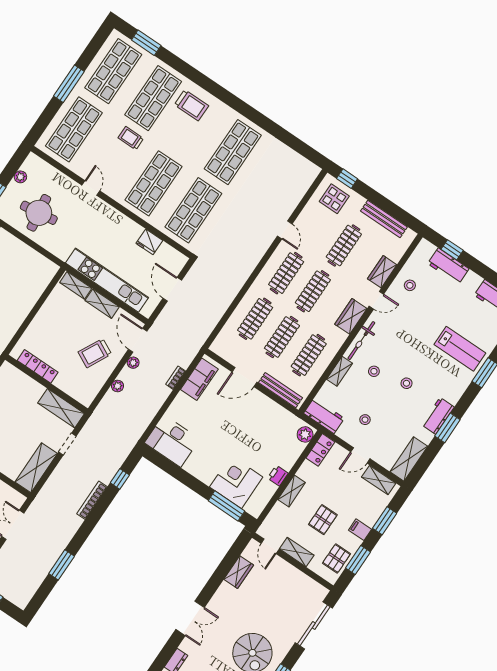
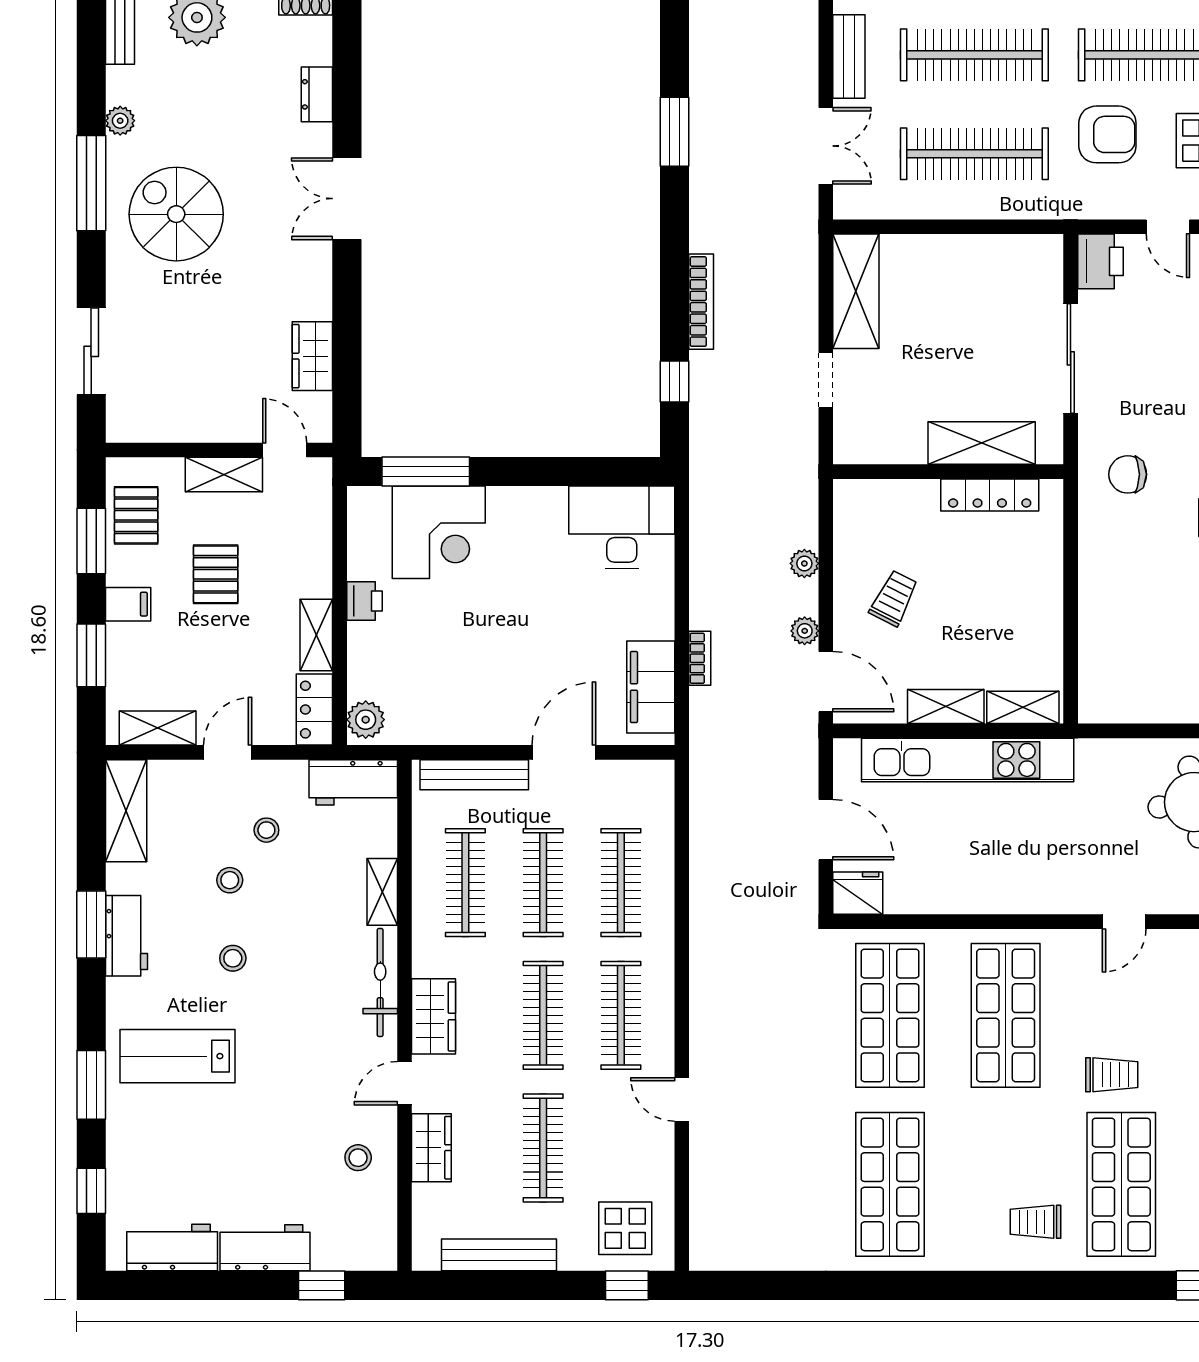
trolley: (191, 105) -> (1035, 1222), width x0.73, depth x0.72
door: (91, 188) -> (1124, 922), hinge flipped
fridge: (149, 242) -> (858, 893), moved
workbench: (448, 266) -> (265, 1248), moved
lab bench: (460, 349) -> (177, 1056), moved
trolley: (95, 353) -> (894, 598), width x0.73, depth x0.72
stool: (374, 371) -> (230, 880), moved
shelving: (61, 408) -> (982, 443), moved
shelving: (292, 491) -> (316, 635), moved
sliding door: (314, 625) -> (91, 351), width x0.73

